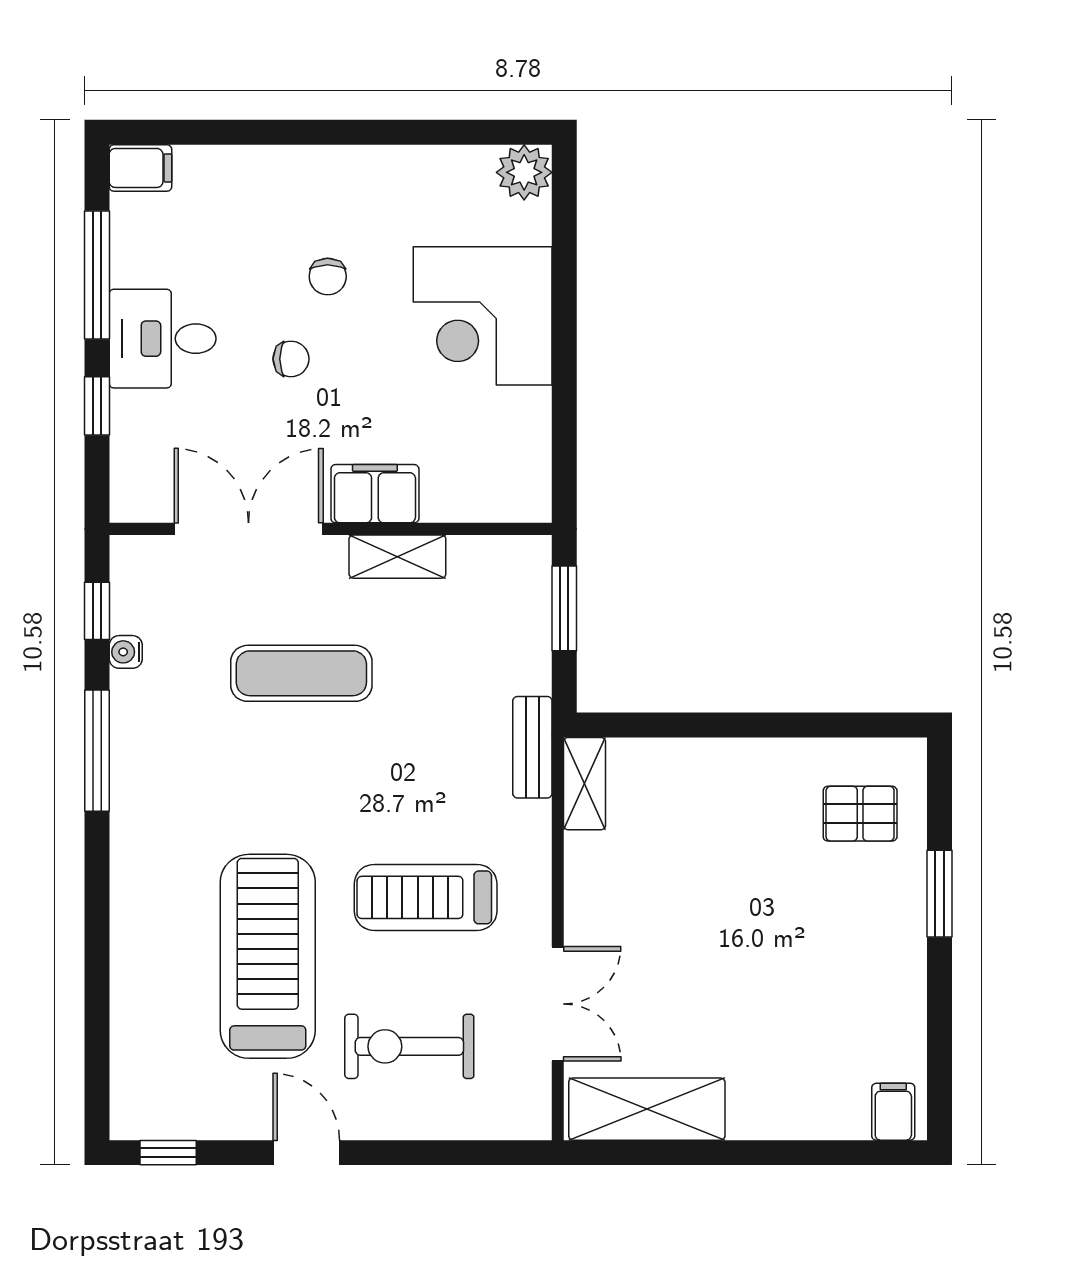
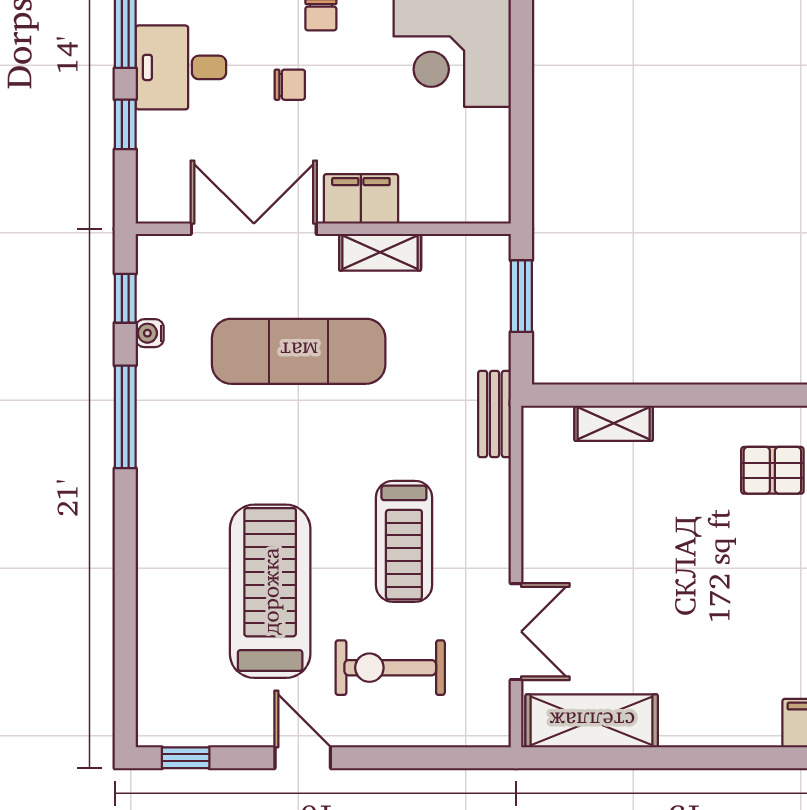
exercise mat: (301, 673) -> (299, 351), width x1.36, depth x1.45
shelving: (584, 784) -> (614, 423), moved, turned 90
treadmill: (426, 897) -> (404, 541), turned -90

